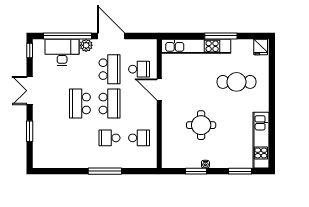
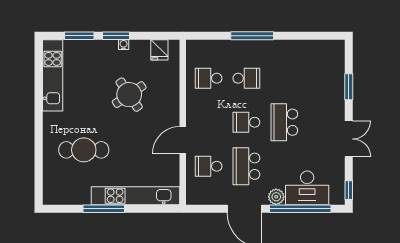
fridge: (261, 47) -> (159, 50), moved, turned 180
door: (159, 89) -> (183, 140), swing flipped
school desk: (80, 104) -> (284, 122), turned 180
school desk: (109, 104) -> (246, 122), width x0.54
round table: (201, 125) -> (129, 95), turned -34
window: (196, 171) -> (116, 36), moved

